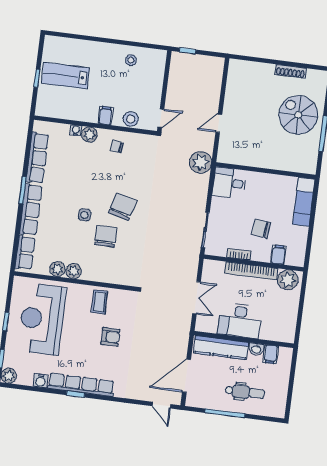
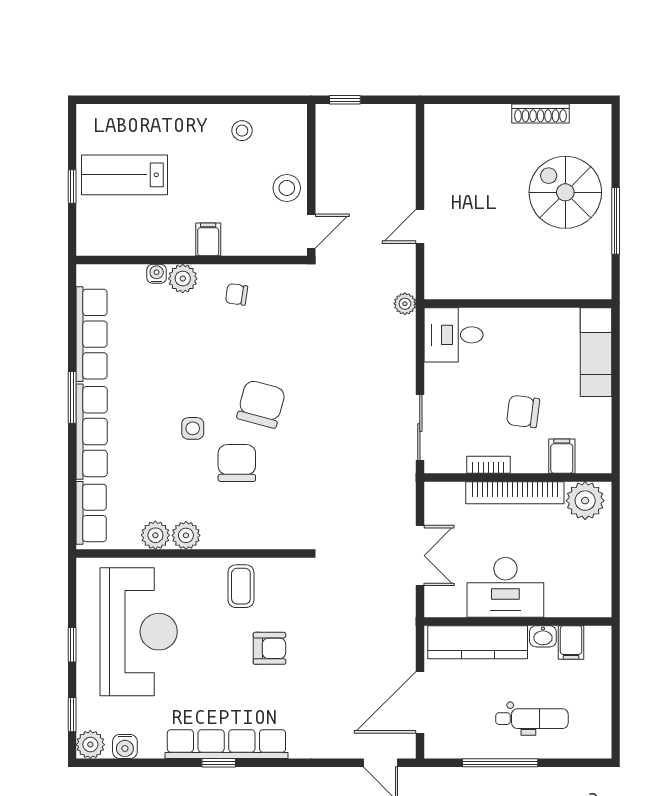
stool: (131, 119) -> (287, 188), moved
plant: (201, 162) -> (405, 304), width x0.53, depth x0.53
reception desk: (42, 319) -> (139, 632), turned 180
water cooler: (41, 381) -> (125, 747), moved

